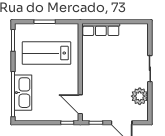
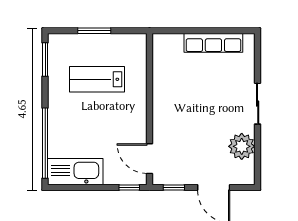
row of seats: (101, 30) -> (213, 43), moved
lab bench: (46, 53) -> (97, 79), width x0.73, depth x0.72
kitchen sink: (23, 93) -> (75, 172), moved, turned -90

